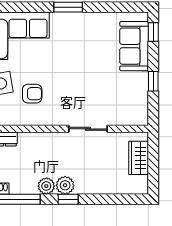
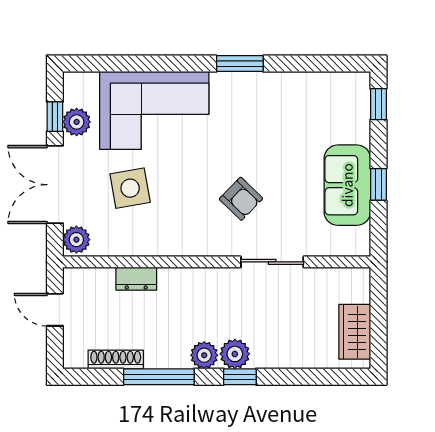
sofa: (134, 46) -> (347, 185), moved
armchair: (32, 94) -> (241, 199), moved, turned 44
wardrobe: (139, 158) -> (355, 332), moved

